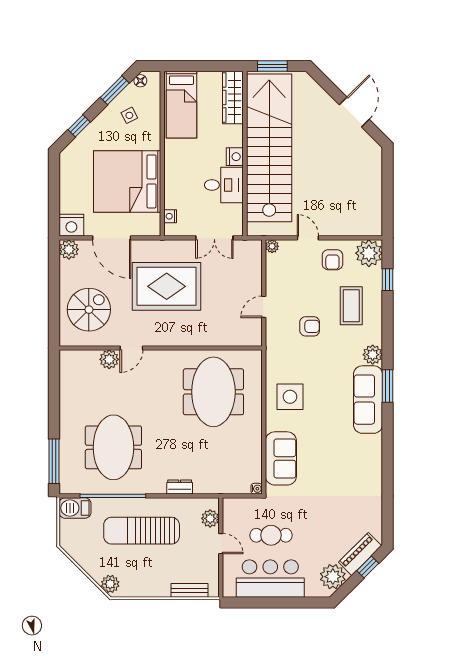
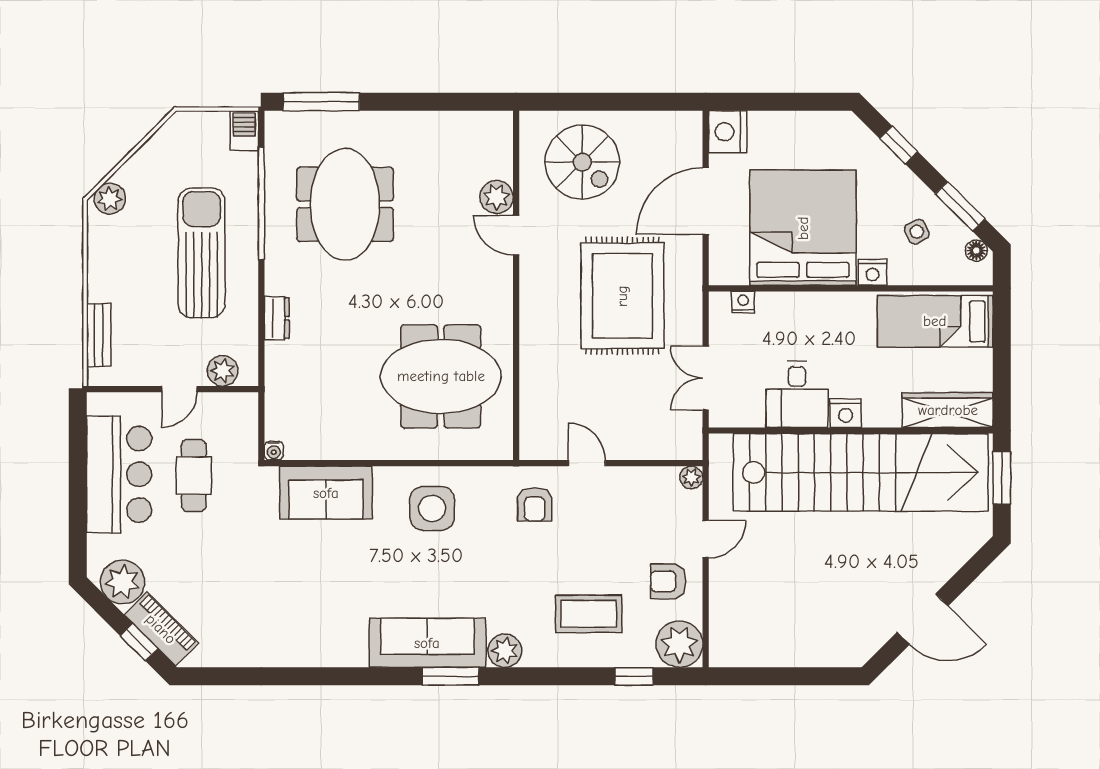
nightstand: (153, 141) -> (873, 272), added
plant: (69, 249) -> (686, 128), removed
armchair: (310, 326) -> (535, 504), moved
meeting table: (113, 447) -> (345, 204), turned 90
barbecue: (75, 508) -> (244, 131), width x0.73, depth x0.79

